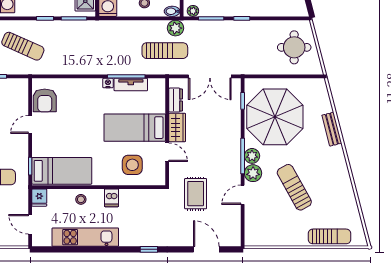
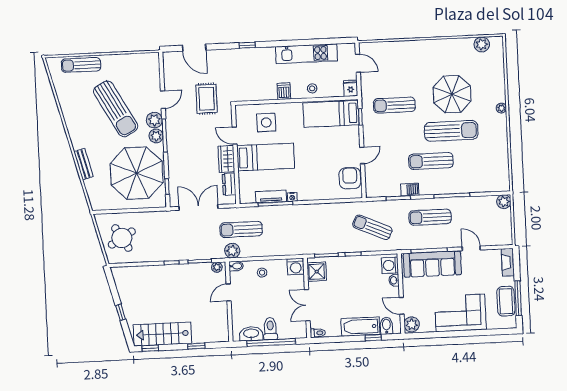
round table: (294, 47) -> (122, 238), turned -31
sun lounger: (294, 187) -> (116, 109), width x1.36, depth x1.34

